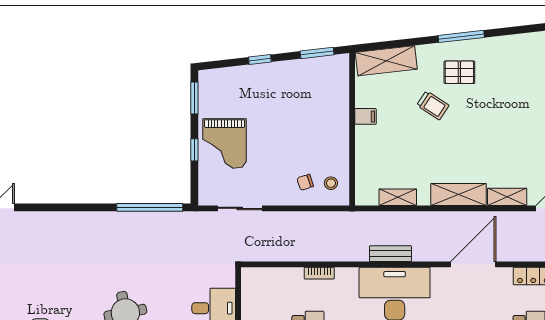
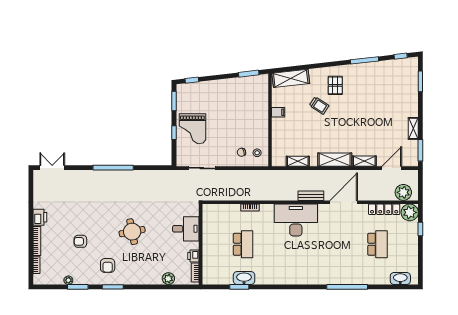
window: (461, 36) -> (364, 60), moved
window: (260, 59) -> (192, 80), moved
pallet: (459, 72) -> (335, 85), turned 90
window: (150, 207) -> (113, 168), moved
bench: (390, 254) -> (311, 196), moved

